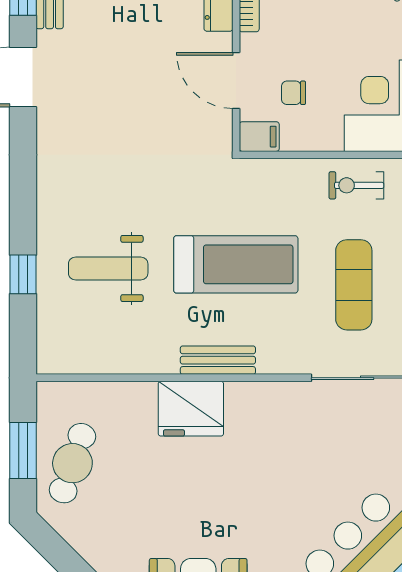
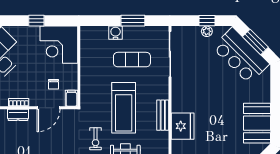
exercise bike: (356, 185) -> (96, 139), moved
treadmill: (236, 264) -> (124, 108), turned 180

